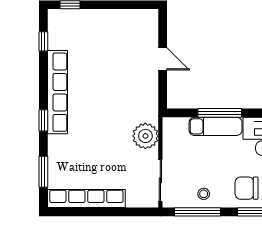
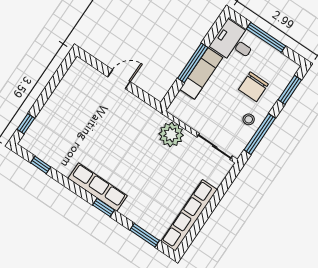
row of seats: (57, 92) -> (98, 187), width x0.73
chair: (247, 188) -> (253, 87), moved

